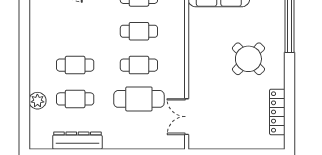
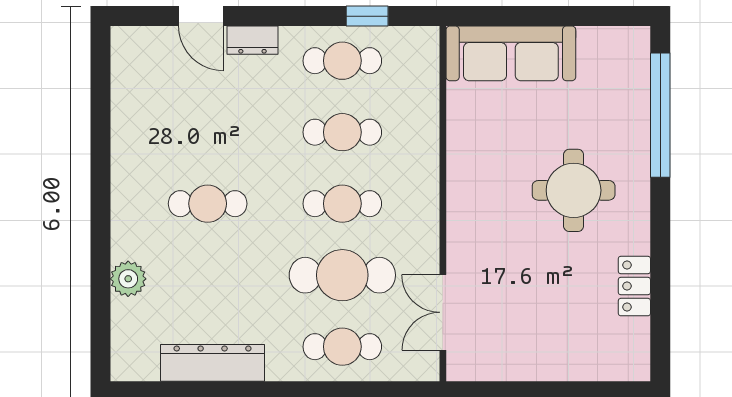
round table: (248, 59) -> (574, 190), turned 45
cafe table: (75, 99) -> (342, 347), moved
locker: (277, 112) -> (634, 286), width x0.66

